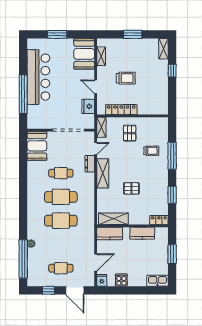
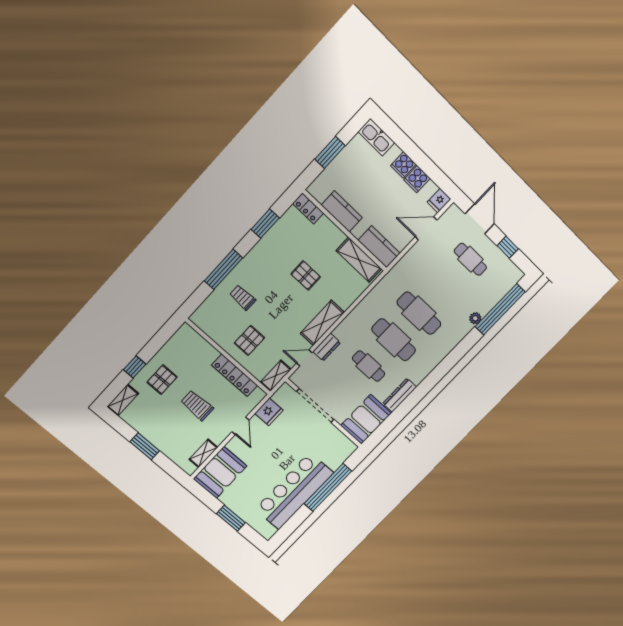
pallet: (154, 76) -> (162, 380), added
dresser: (32, 173) -> (400, 395), added
cooker: (134, 280) -> (403, 165), added

